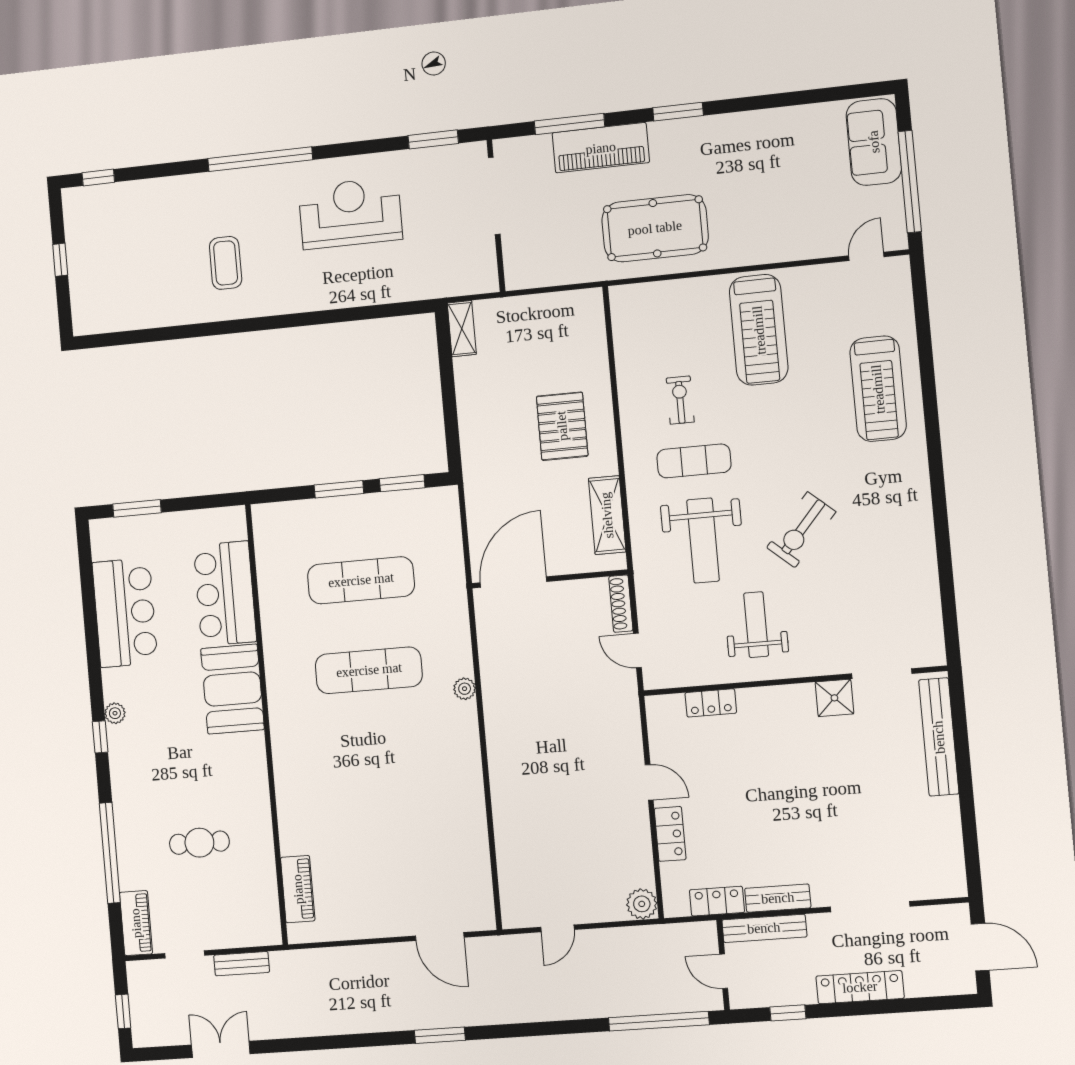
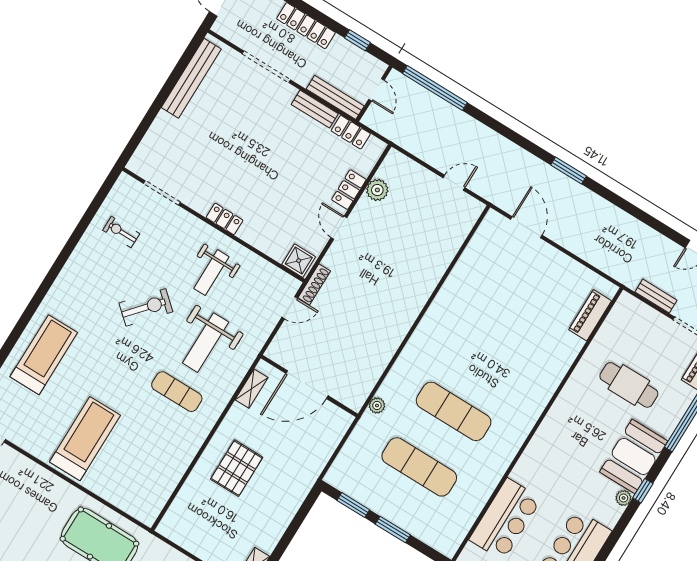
exercise bike: (680, 400) -> (121, 232), moved, turned 90
shelving: (607, 515) -> (251, 389), width x0.67, depth x0.75
weight bench: (703, 540) -> (206, 343), turned 180
door: (513, 582) -> (307, 385), moved
shoe rack: (621, 604) -> (314, 284), moved
door: (637, 651) -> (290, 308), hinge flipped
booth: (232, 689) -> (634, 456), moved
plant: (465, 689) -> (377, 406), moved
shower: (834, 698) -> (299, 261), moved
locker: (711, 703) -> (224, 219), moved
bench: (939, 737) -> (191, 78), moved
cafe table: (199, 843) -> (629, 385), width x1.37, depth x1.35
plant: (642, 904) -> (377, 190), moved

